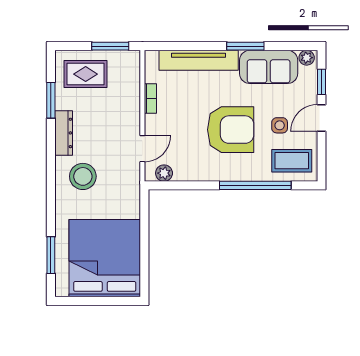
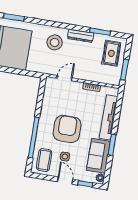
armchair: (231, 130) -> (67, 129), turned 180
door: (142, 149) -> (65, 78), swing flipped
plant: (164, 173) -> (49, 88), removed

